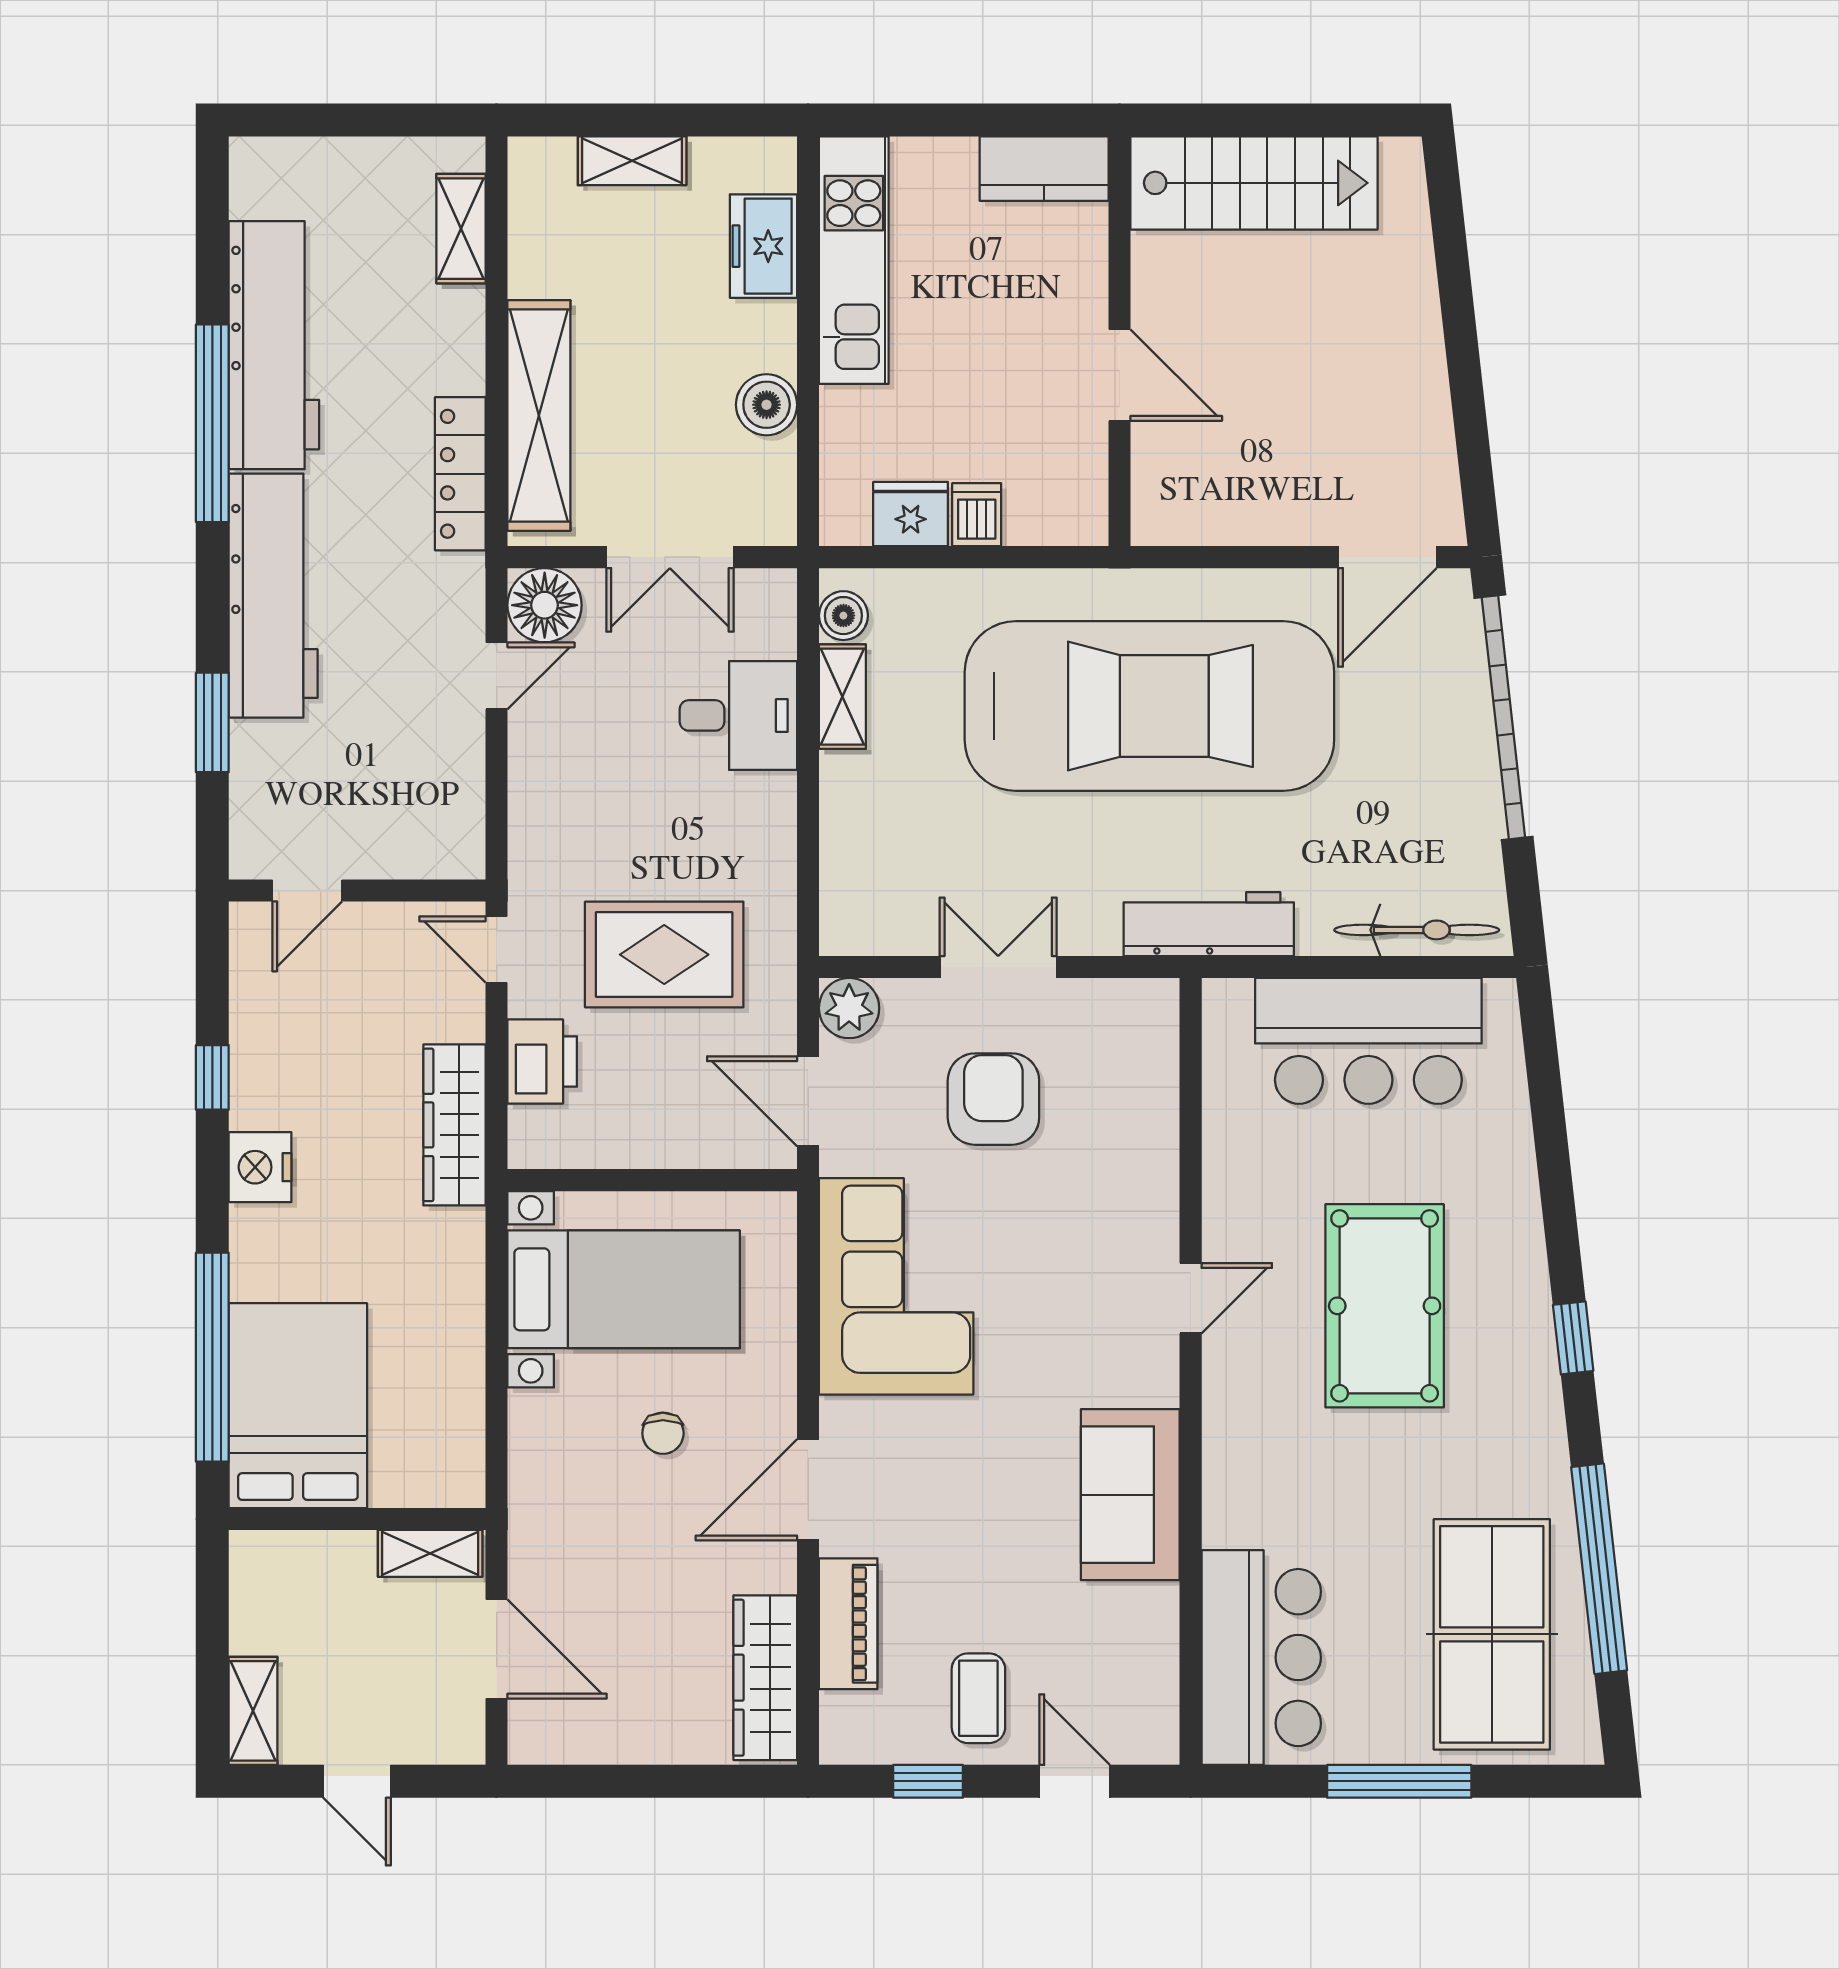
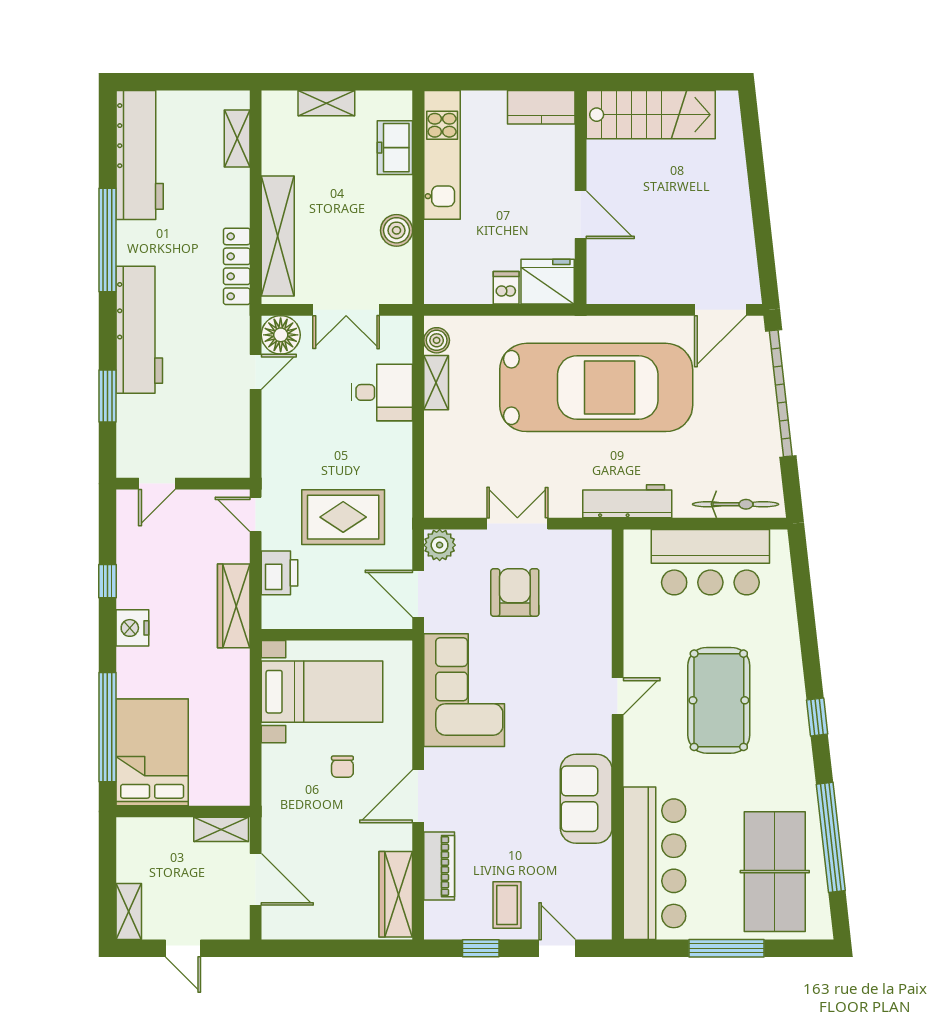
workbench: (274, 345) -> (140, 155), moved
fridge: (911, 514) -> (548, 282), moved, width x1.36, depth x1.34
bar counter: (1261, 1658) -> (654, 863), width x1.36

